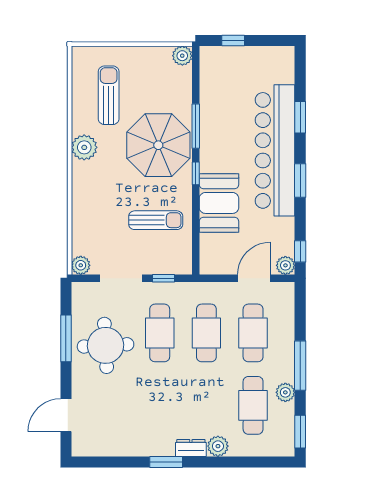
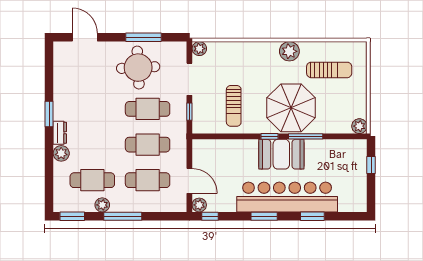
booth: (219, 203) -> (281, 154), moved

